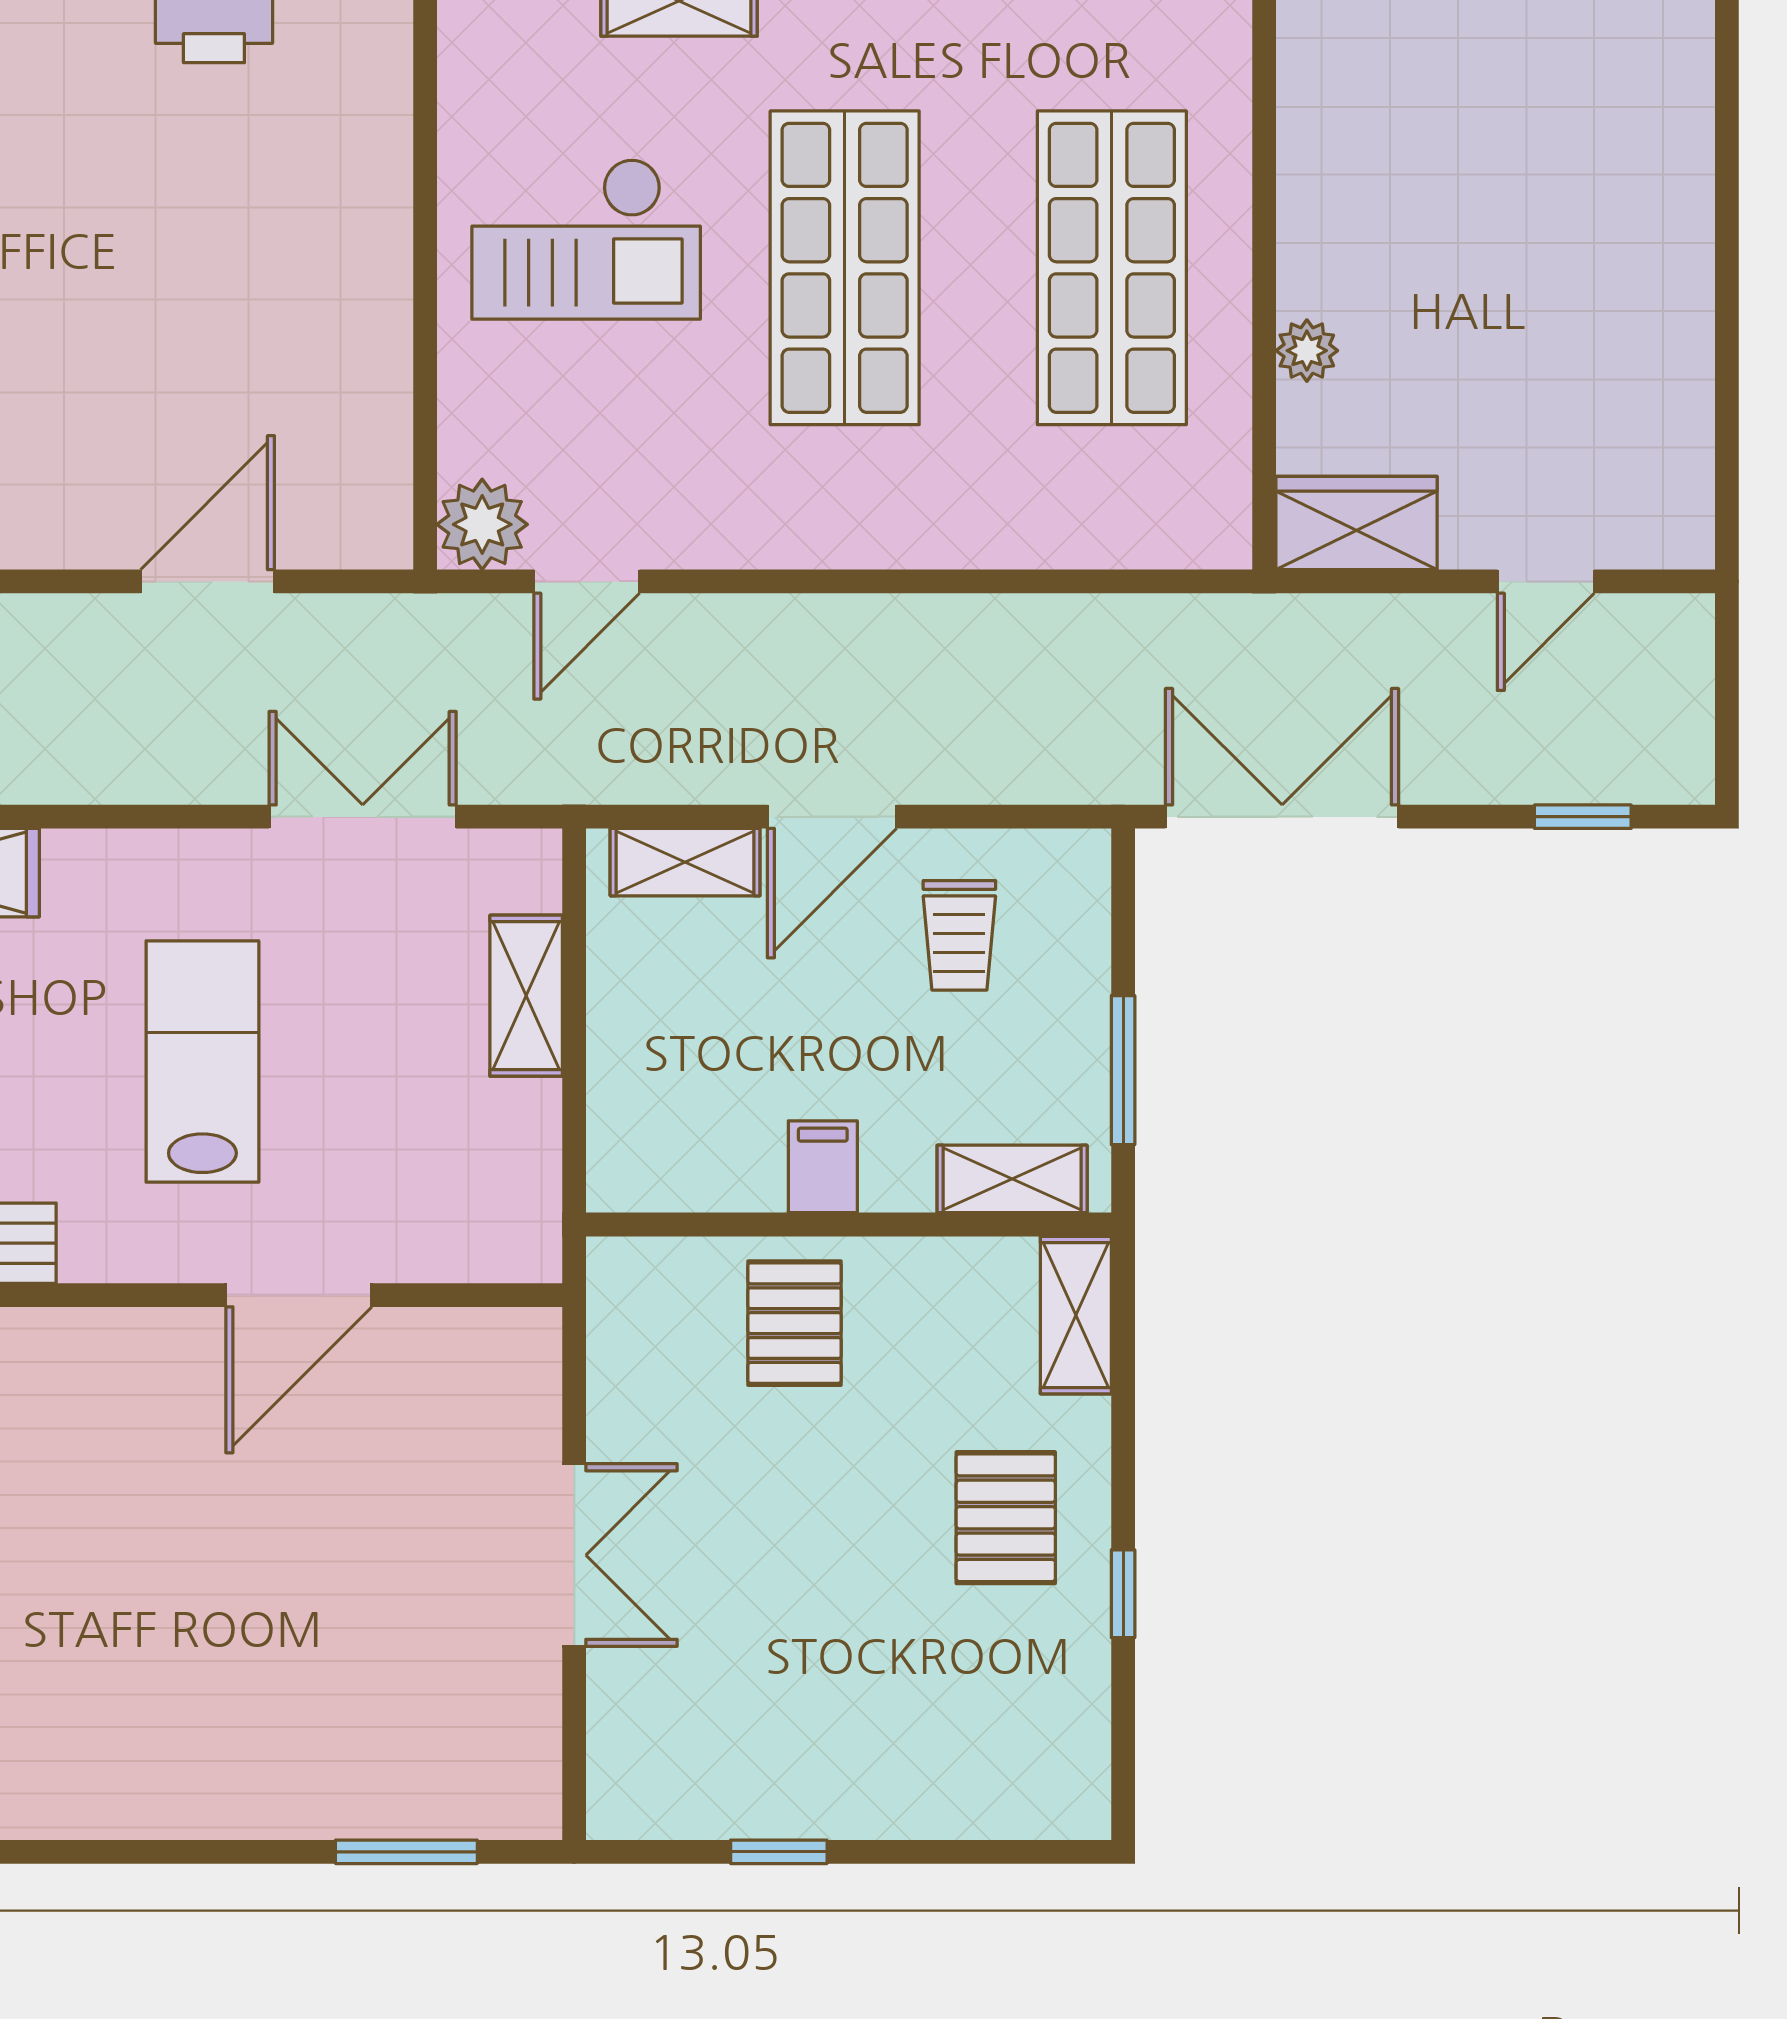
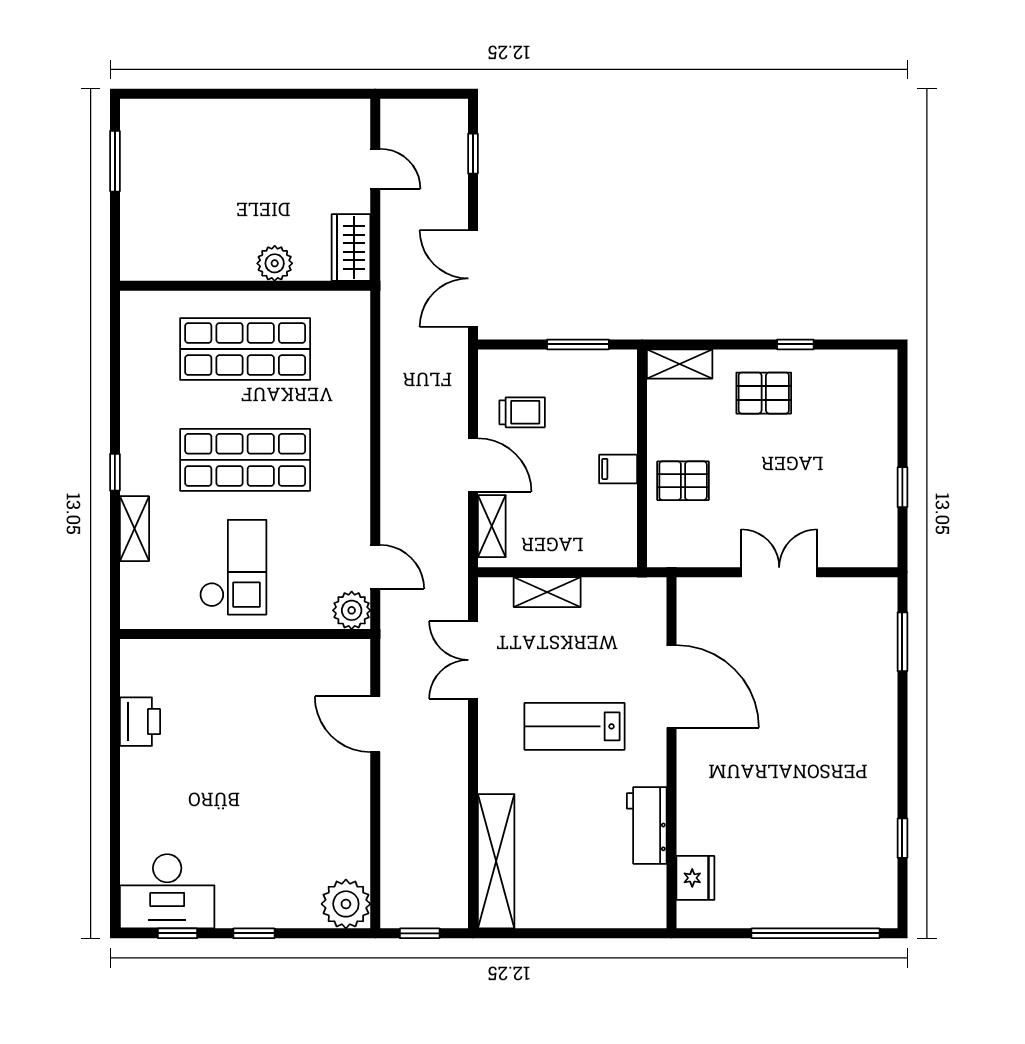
plant: (1307, 351) -> (275, 263), width x1.38, depth x1.38
shelving: (1012, 1179) -> (623, 390), removed
door: (299, 1295) -> (671, 686), width x1.36

